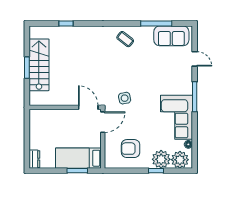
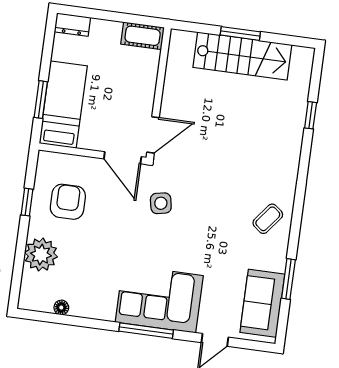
window: (156, 24) -> (288, 279), width x0.69
corner sofa: (177, 117) -> (159, 299), moved
cot: (35, 120) -> (143, 36), added
plant: (180, 160) -> (36, 288), removed
window: (156, 171) -> (27, 202), moved

